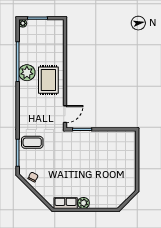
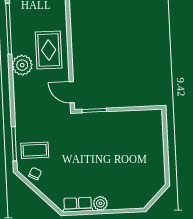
plant: (27, 73) -> (22, 65), moved
door: (65, 114) -> (72, 92), swing flipped
coffee table: (32, 142) -> (35, 150), moved

